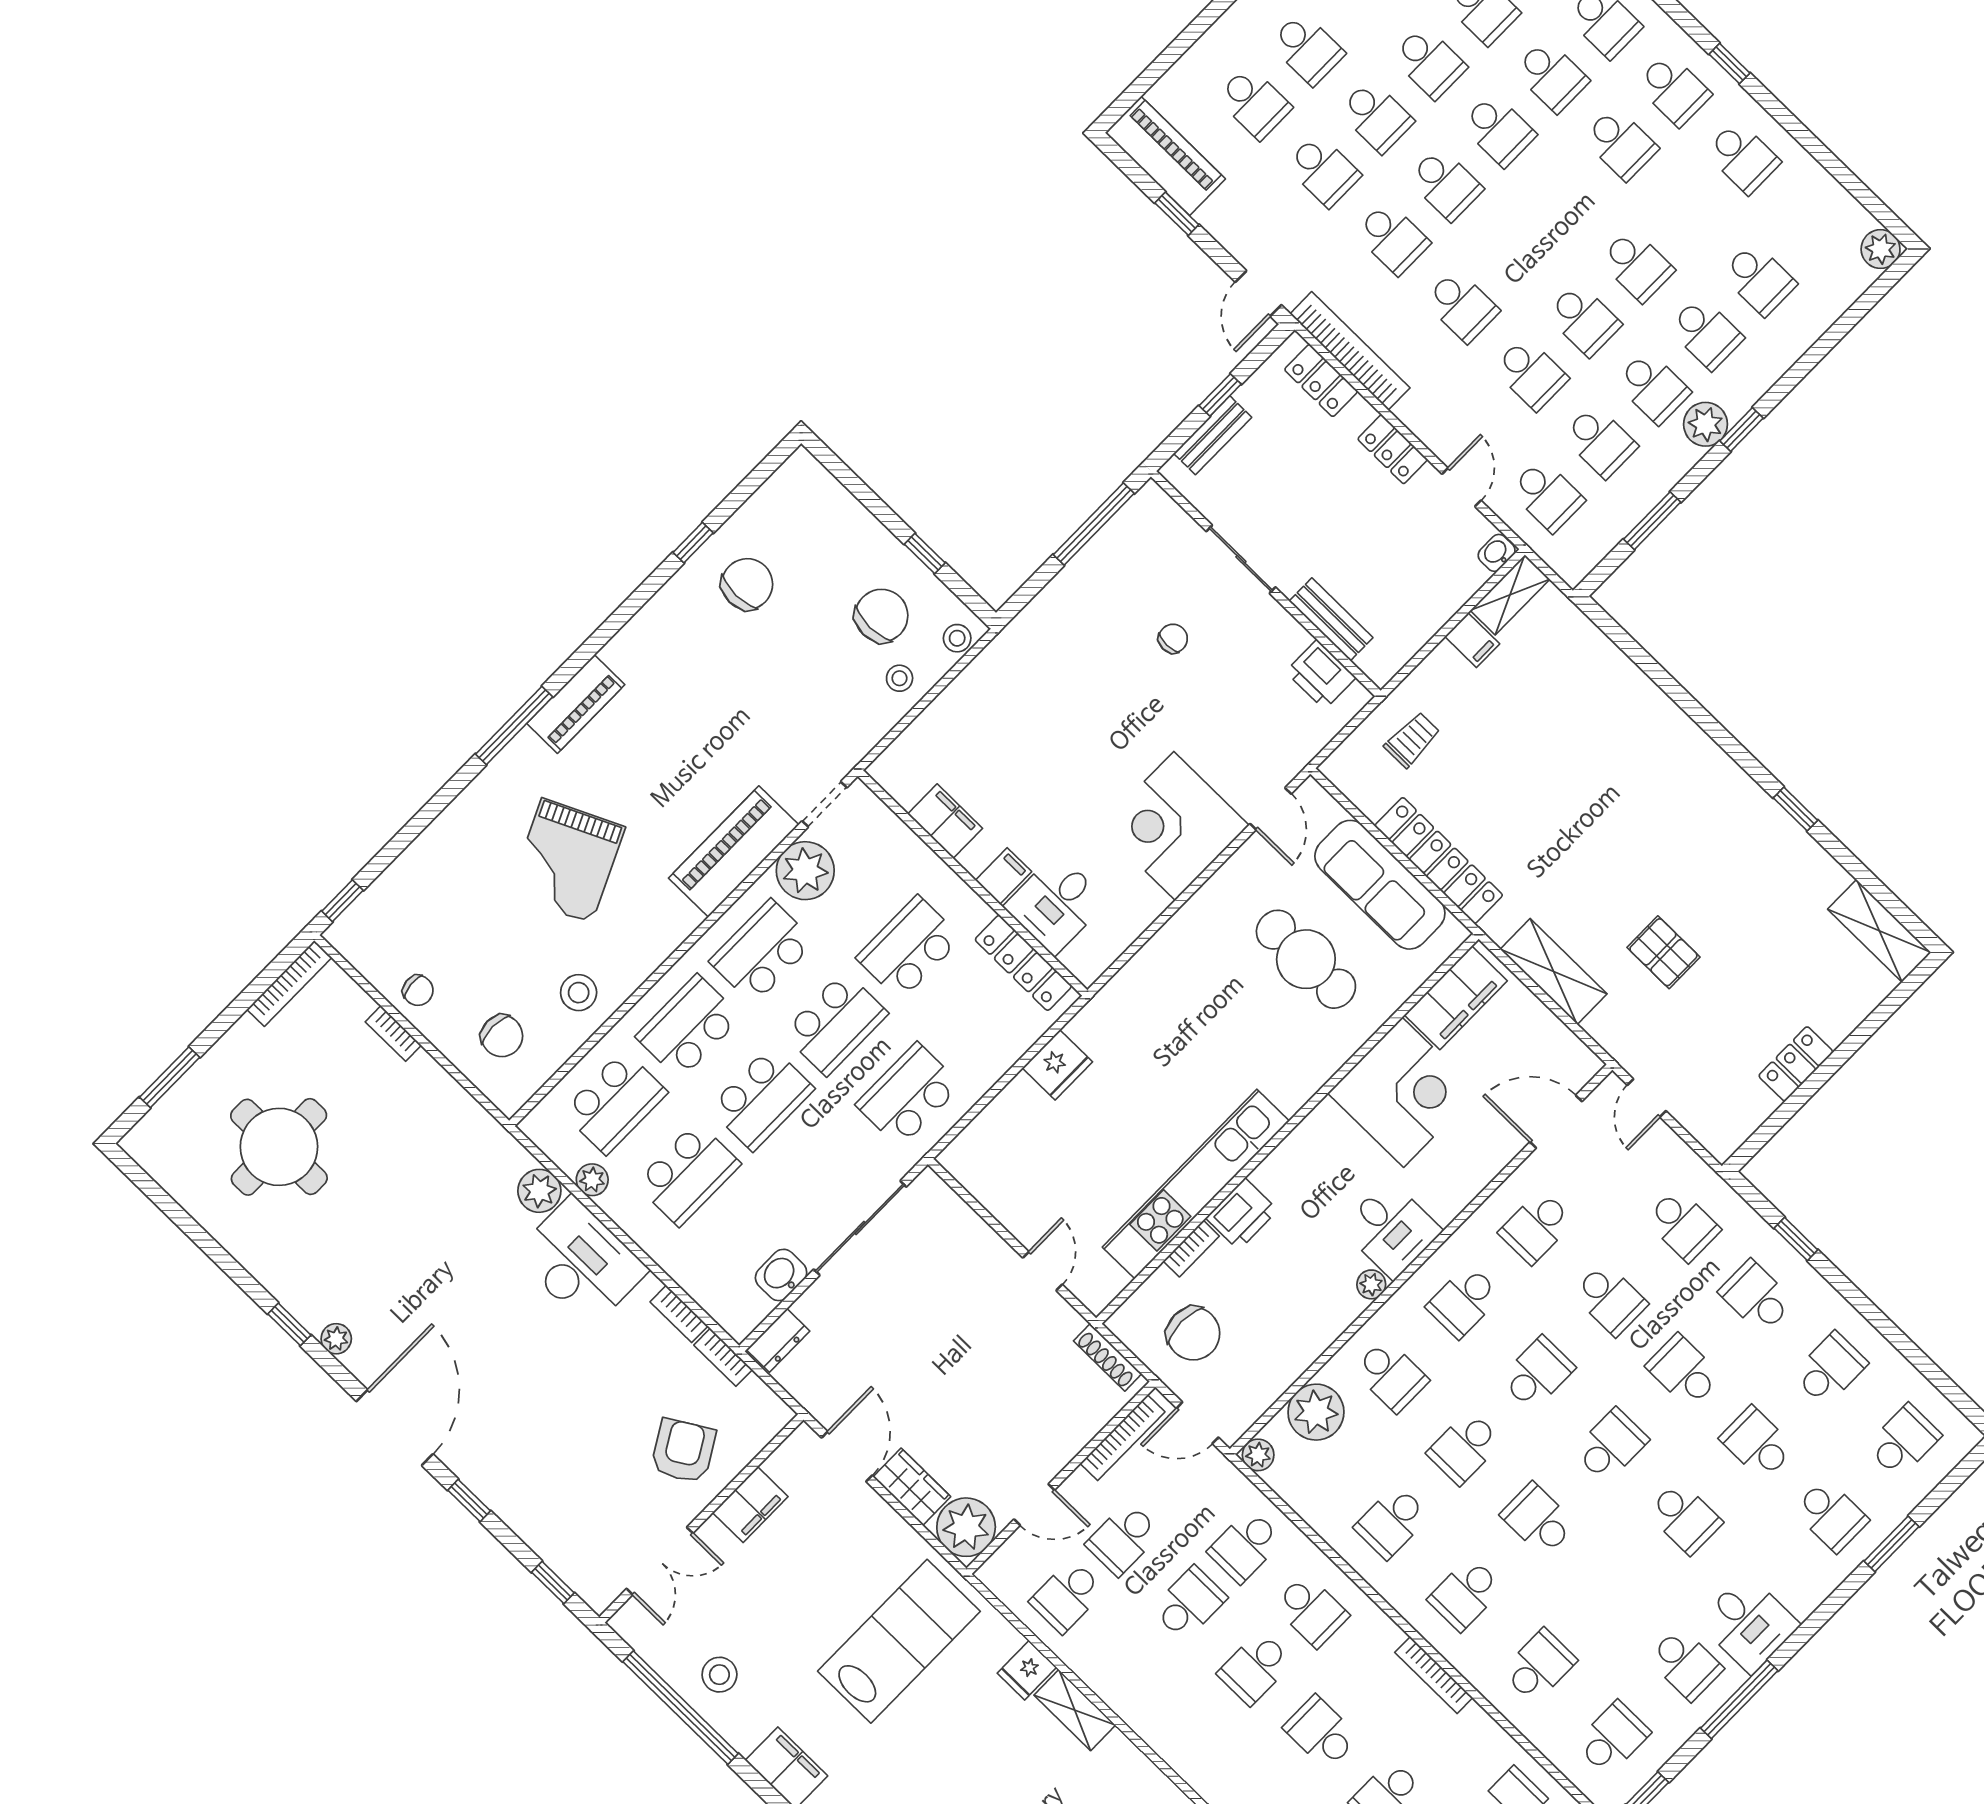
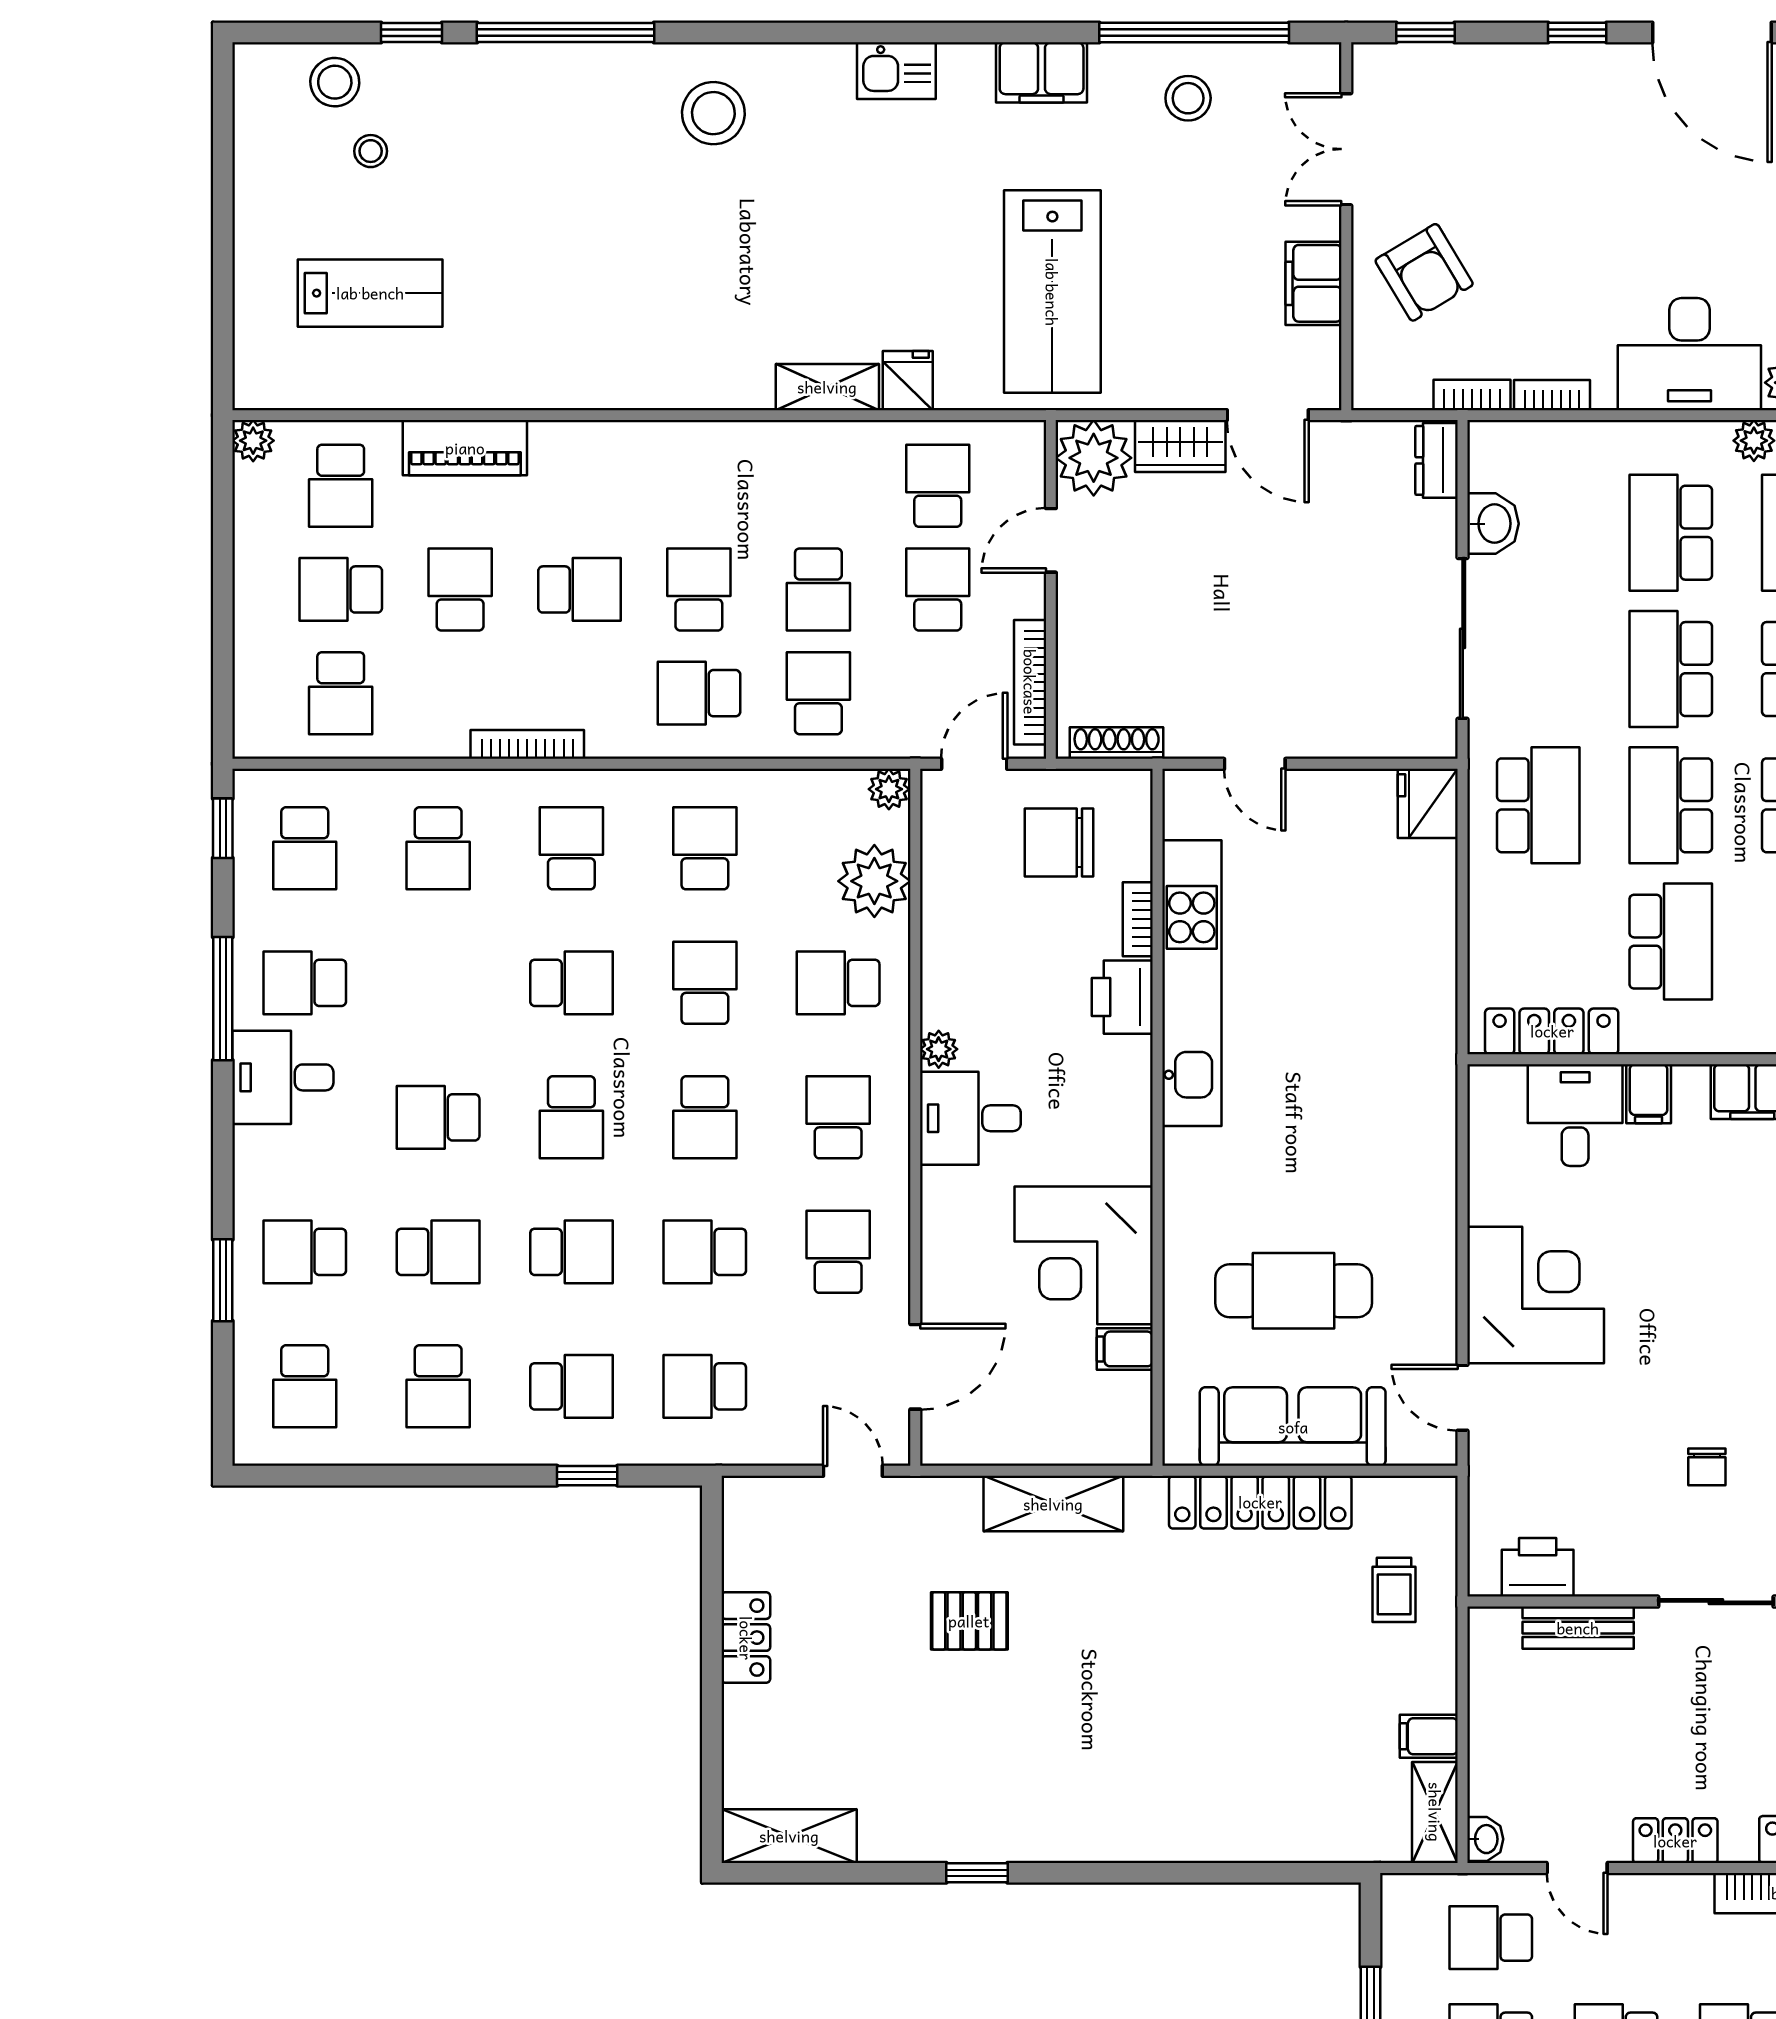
filing cabinet: (1456, 998) -> (1125, 1349), width x0.33, depth x0.86
fridge: (1057, 1065) -> (1428, 803), moved

